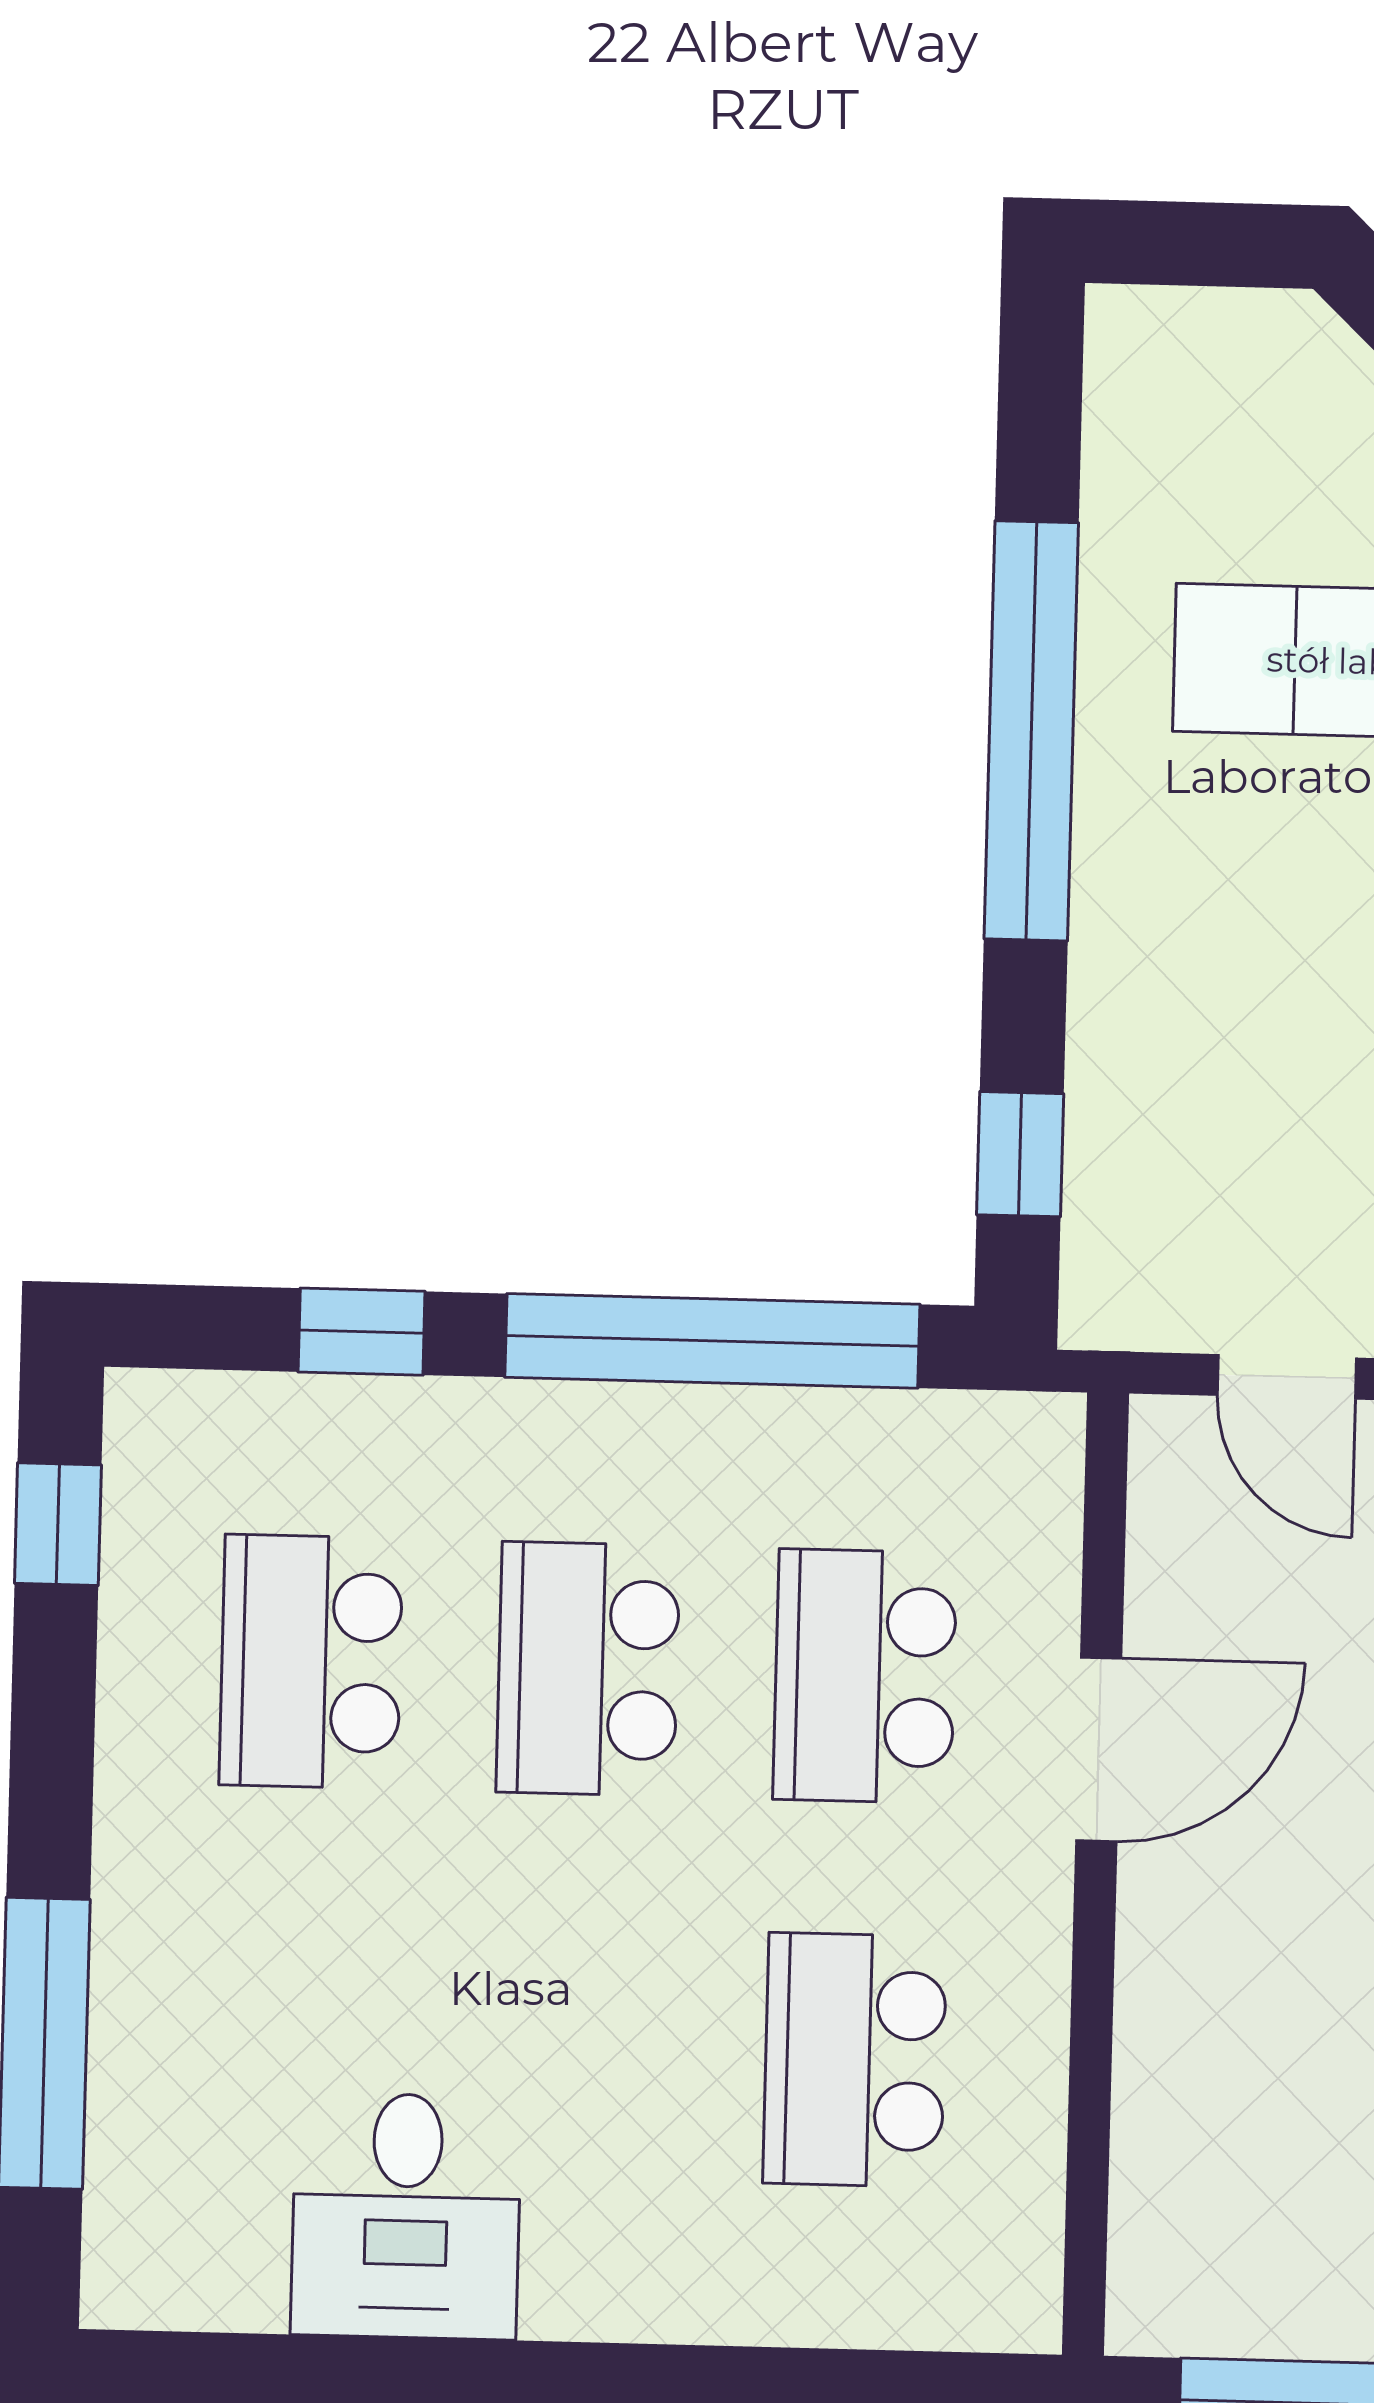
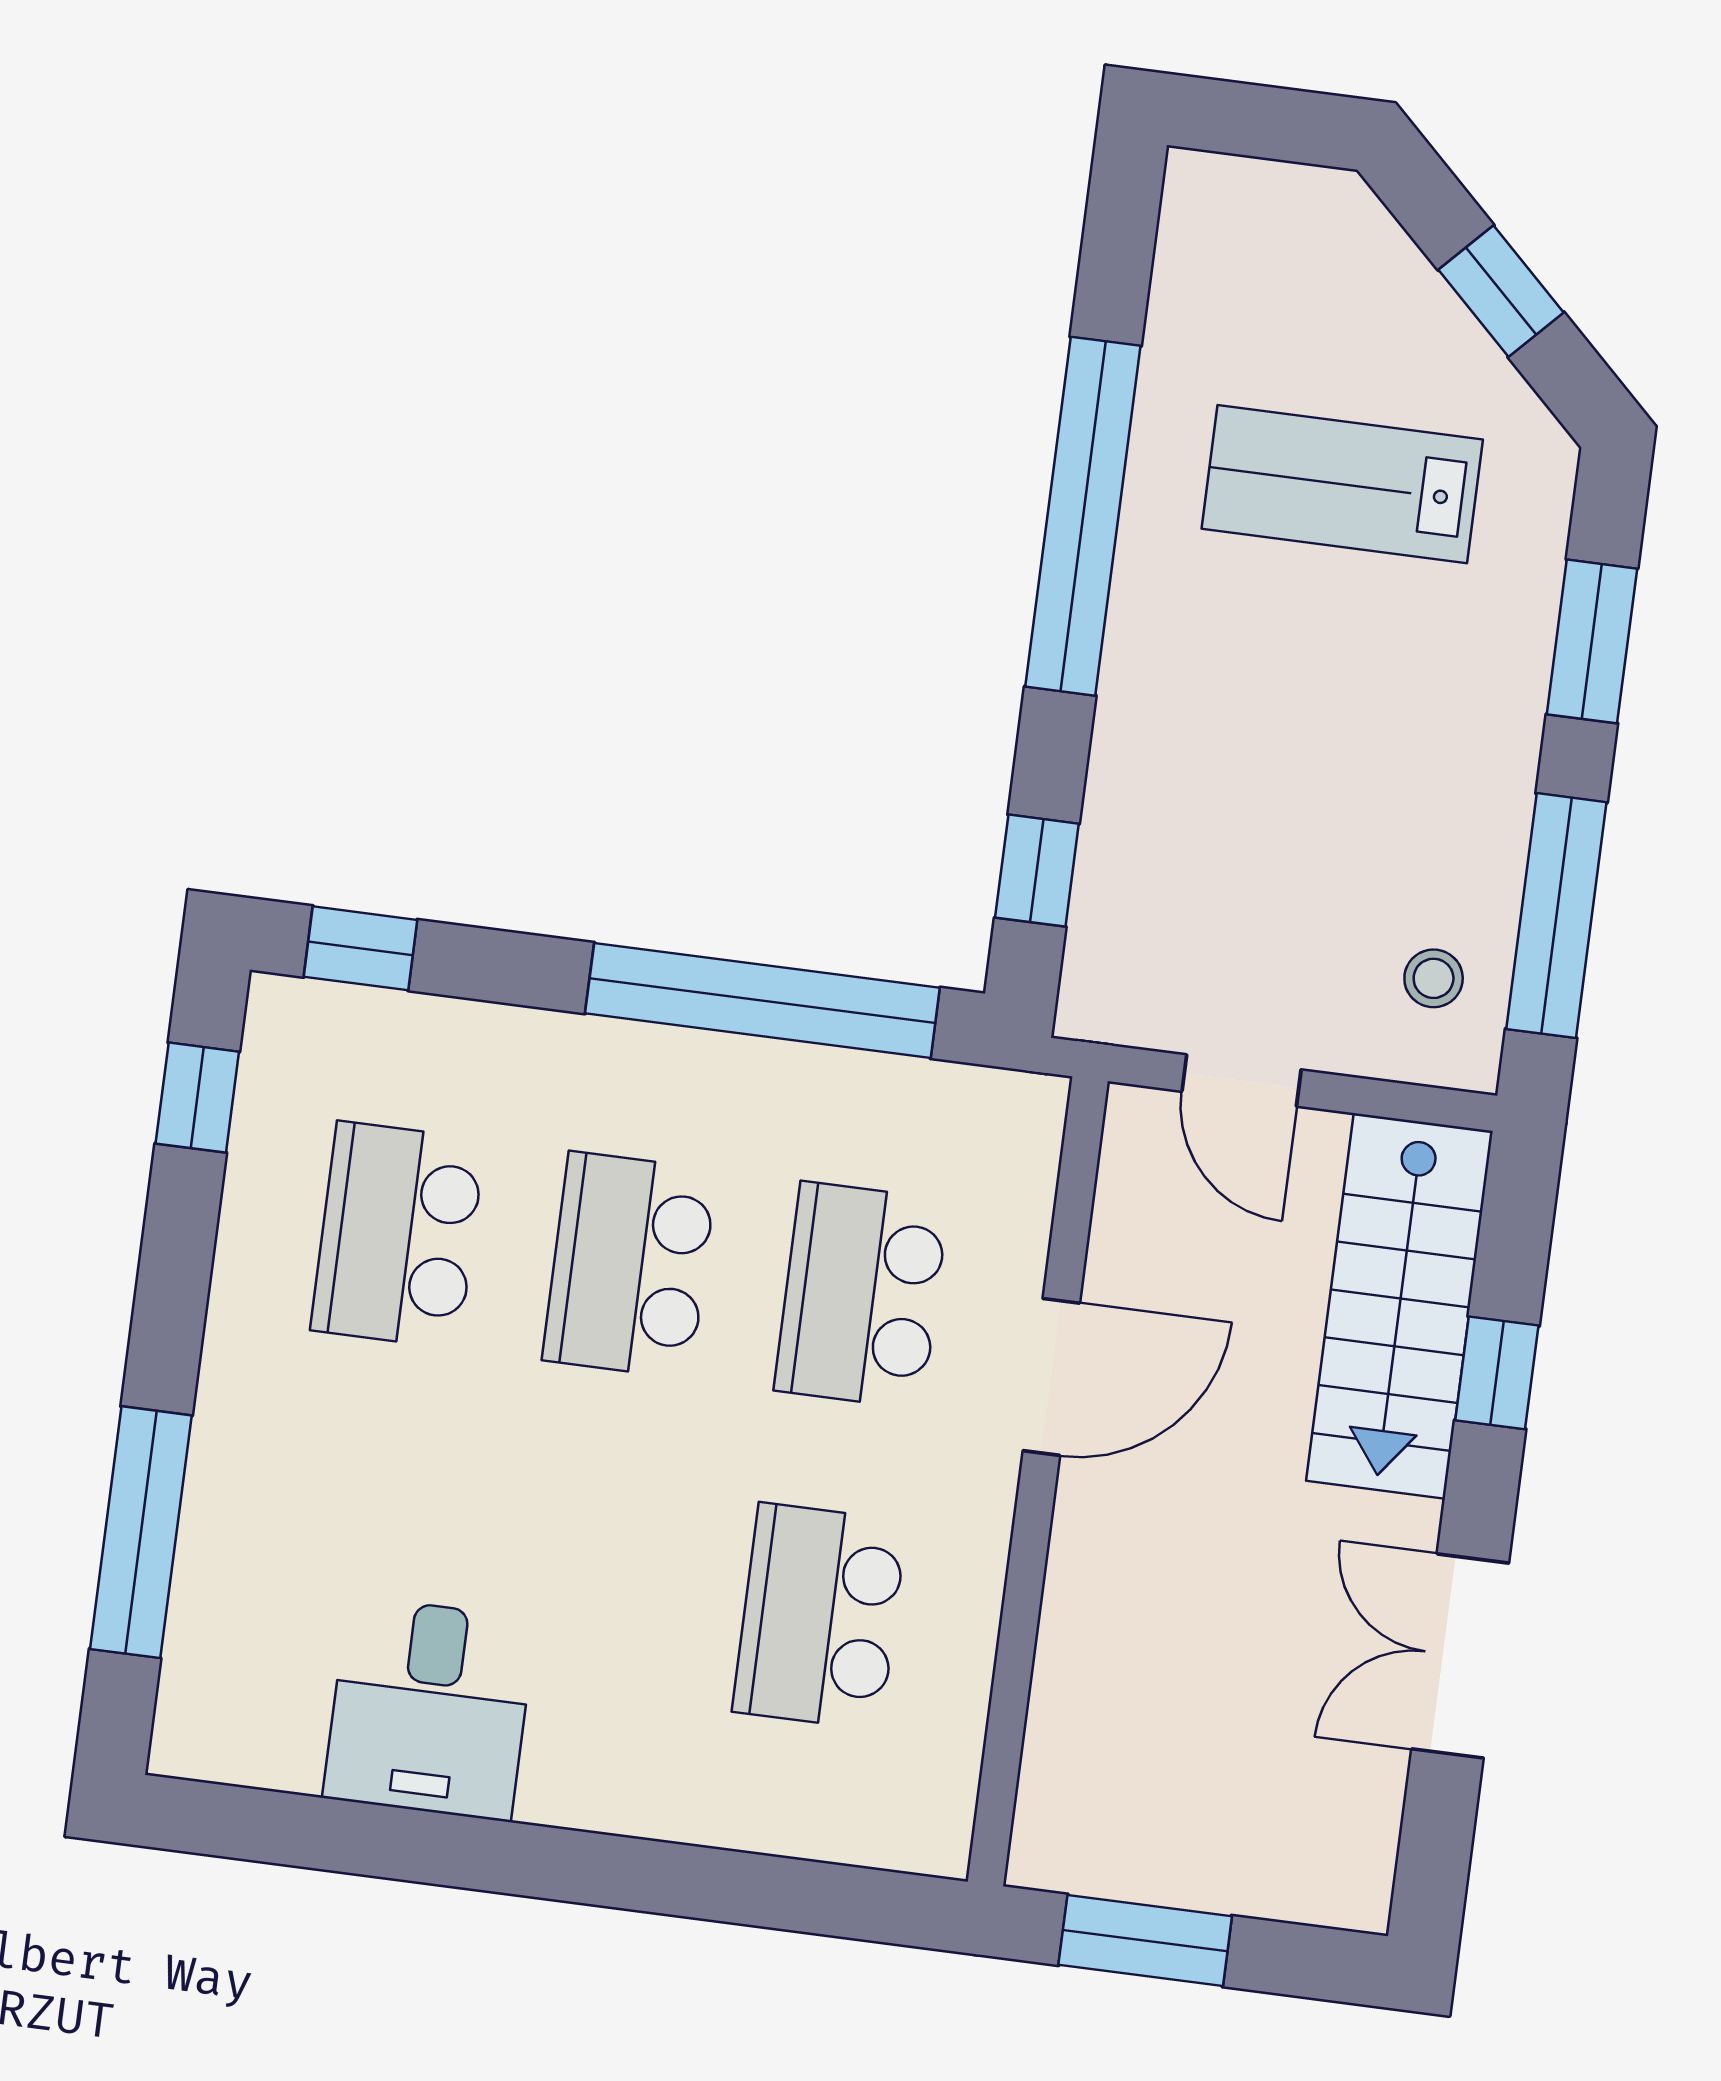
window: (362, 1332) -> (361, 948), moved

